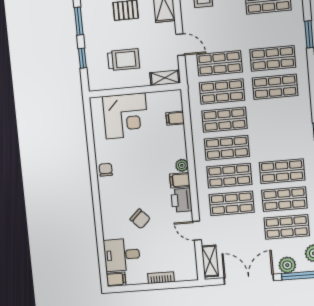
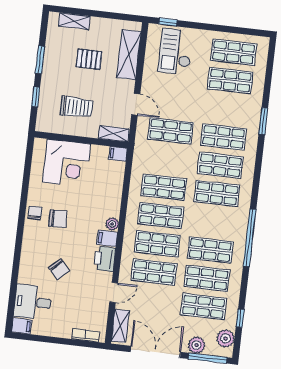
shop shelf: (222, 92) -> (217, 194), moved
filing cabinet: (175, 118) -> (118, 154), moved
chair: (129, 171) -> (58, 219), added
door: (197, 231) -> (114, 293), swing flipped
bookcase: (161, 278) -> (86, 335), moved

